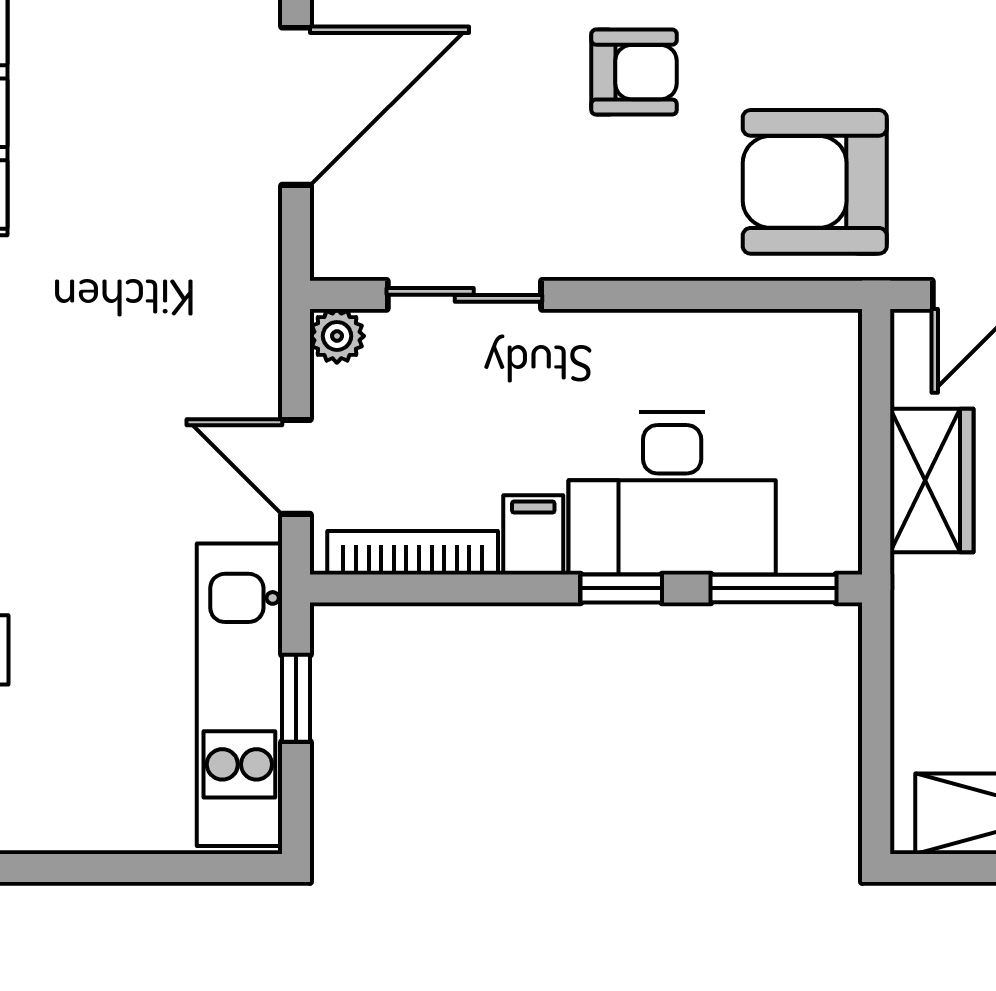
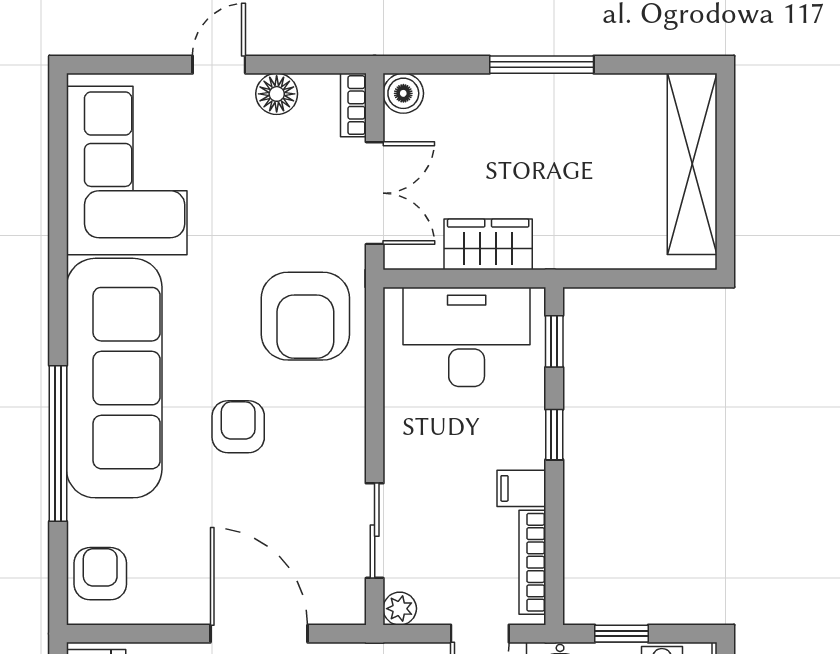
desk: (672, 493) -> (467, 337), moved, turned -90
window: (773, 588) -> (554, 341), width x0.67

